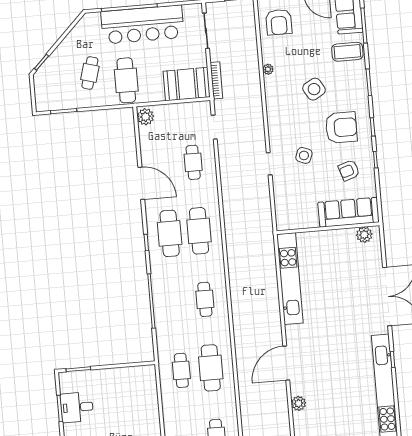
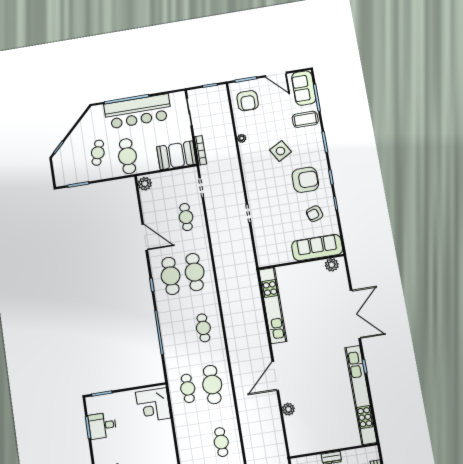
side table: (304, 155) -> (276, 204), removed
corner desk: (139, 387) -> (153, 405), added

